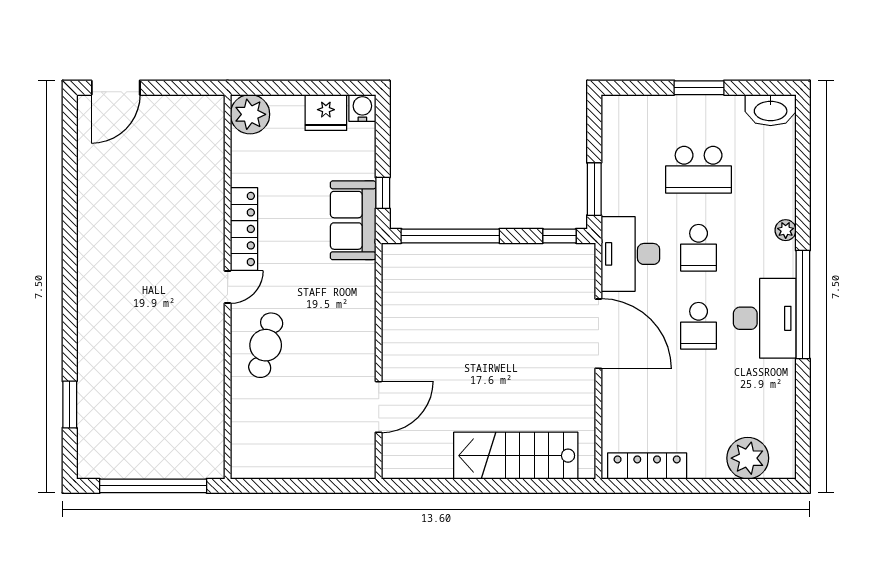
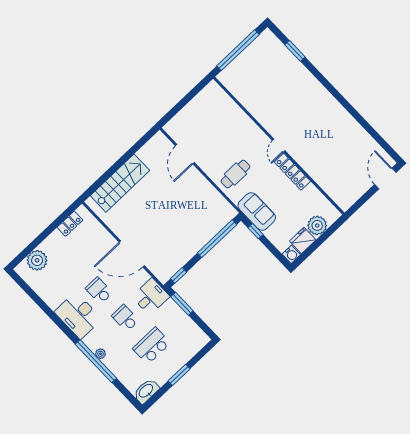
plant: (250, 114) -> (317, 225), moved
desk: (630, 254) -> (151, 297), width x0.73
window: (803, 304) -> (96, 361), moved
cafe table: (266, 345) -> (235, 174), moved, turned 75
locker: (647, 466) -> (70, 224), width x0.66

